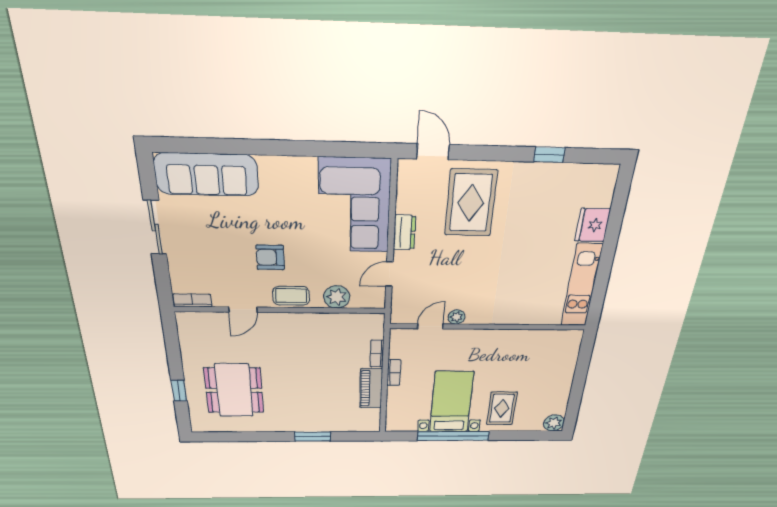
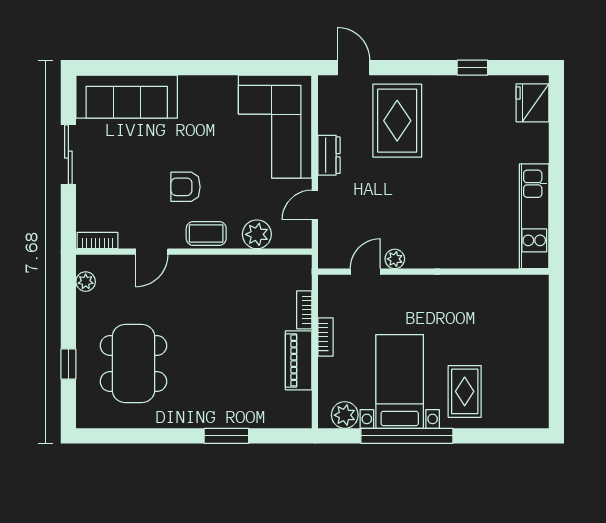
fridge: (593, 225) -> (533, 103), moved
plant: (186, 332) -> (86, 282), added
plant: (554, 423) -> (345, 415), moved

